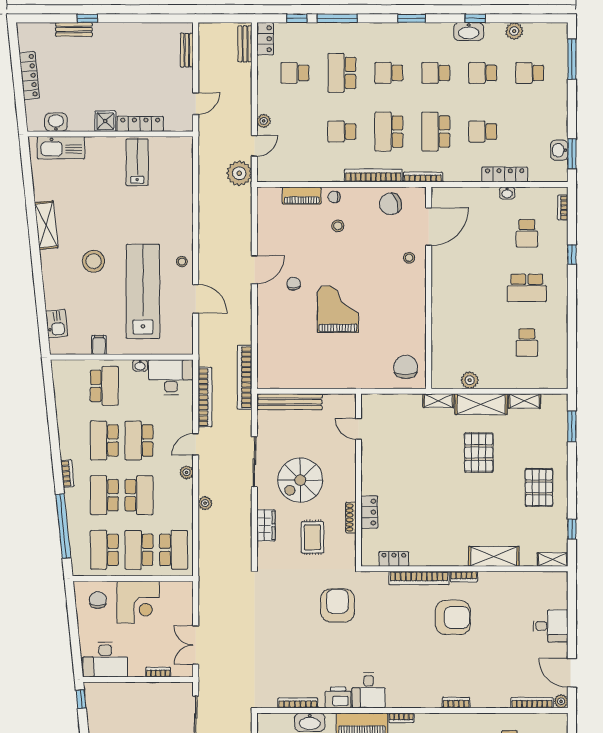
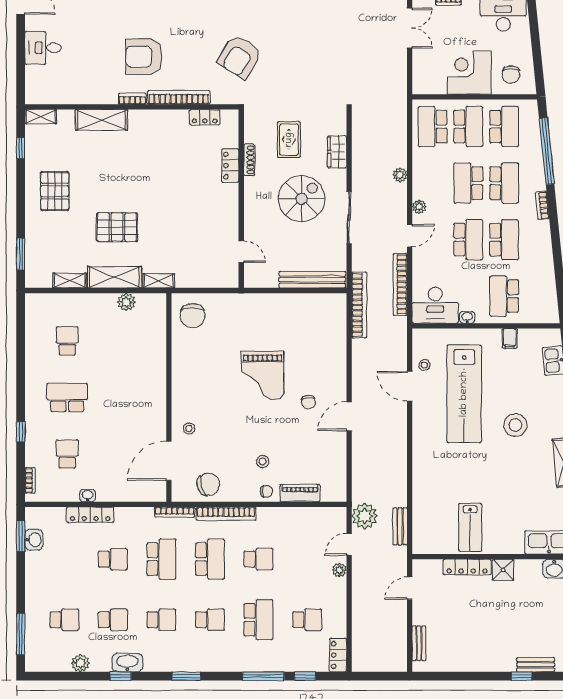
bench: (245, 44) -> (400, 526), moved
stool: (182, 262) -> (424, 365), moved
pallet: (479, 453) -> (117, 227), turned 90
armchair: (337, 605) -> (240, 57), moved, turned 32

